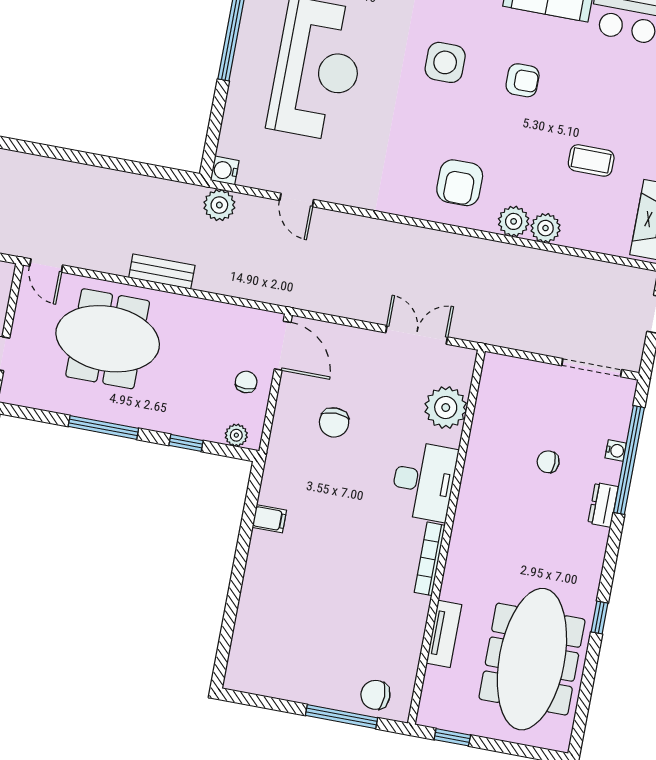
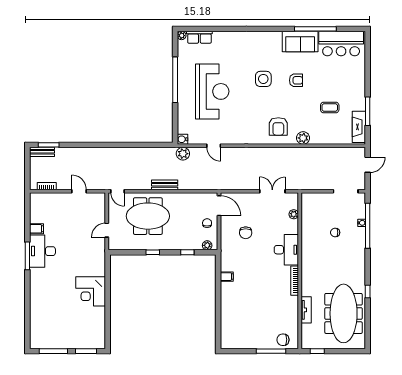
plant: (546, 228) -> (316, 138), removed
plant: (446, 408) -> (294, 214), width x0.53, depth x0.53
window: (103, 427) -> (153, 252), width x0.46
dresser: (603, 505) -> (361, 246), removed

